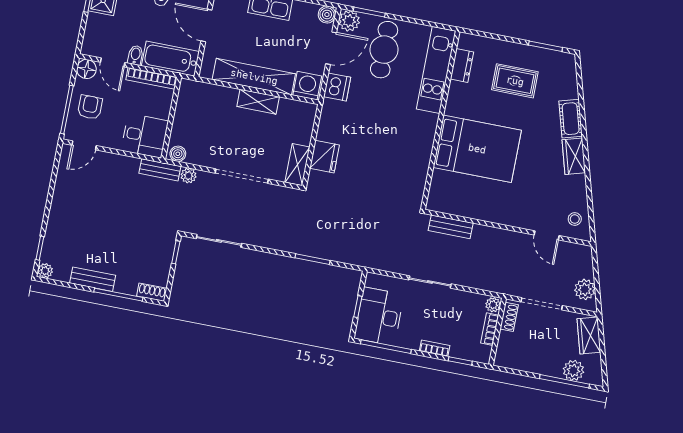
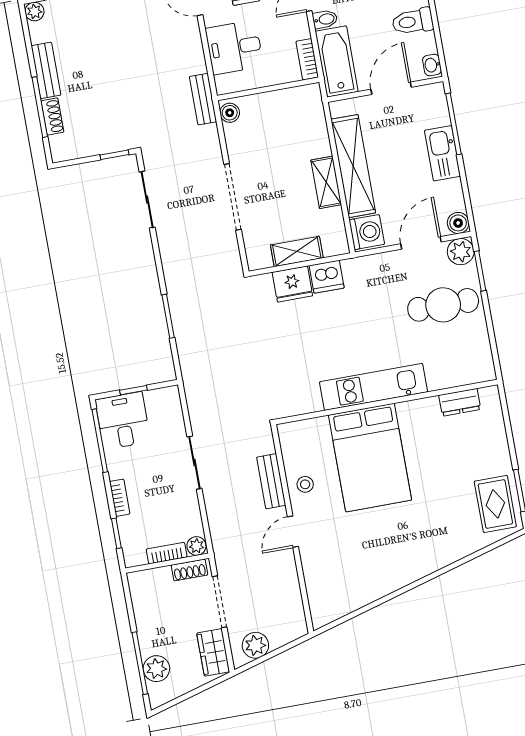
door: (331, 48) -> (421, 243), swing flipped
kitchen unit: (436, 70) -> (374, 387), moved
bookcase: (152, 78) -> (307, 59), width x0.64
rug: (515, 81) -> (495, 504), moved
dishwasher: (337, 87) -> (327, 277), moved
cot: (571, 119) -> (447, 552), removed
desk: (145, 136) -> (234, 47), moved, turned 90
wardrobe: (574, 156) -> (405, 573), removed
shelving: (297, 165) -> (297, 251), moved
plant: (189, 176) -> (209, 135), removed
stool: (575, 219) -> (305, 484), moved
bench: (451, 227) -> (271, 481), moved
door: (547, 235) -> (293, 532), moved
shoe rack: (152, 292) -> (52, 116), moved
desk: (379, 316) -> (123, 421), width x0.73
wardrobe: (589, 335) -> (213, 652), moved, turned -74

